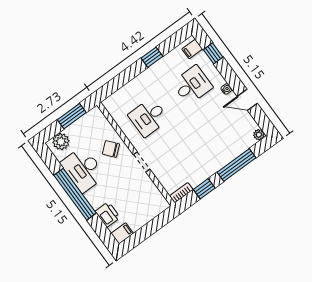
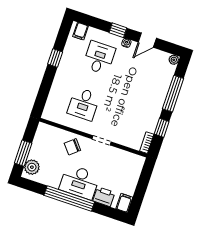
window: (213, 53) -> (118, 30), moved
window: (72, 116) -> (23, 153), moved
desk: (83, 169) -> (79, 182), moved

